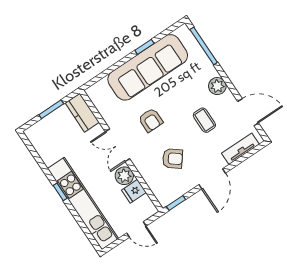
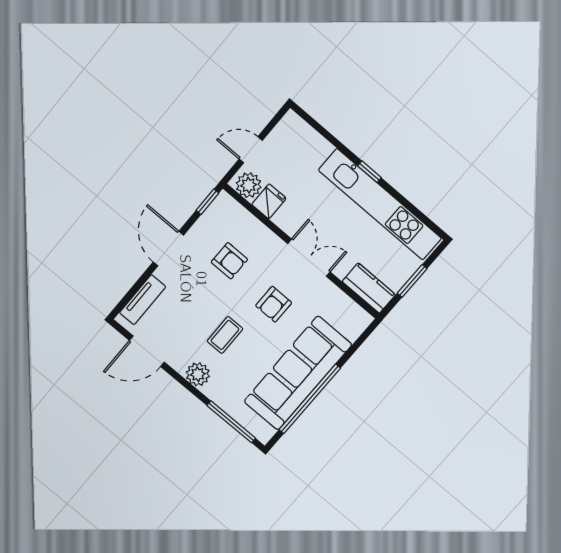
window: (144, 47) -> (310, 399), width x3.17
armchair: (151, 120) -> (274, 304), turned -90
coffee table: (204, 120) -> (225, 335), moved, turned 90
armchair: (173, 159) -> (229, 261), turned -128
plant: (124, 176) -> (249, 185), moved
kitchen unit: (83, 204) -> (380, 204), moved

